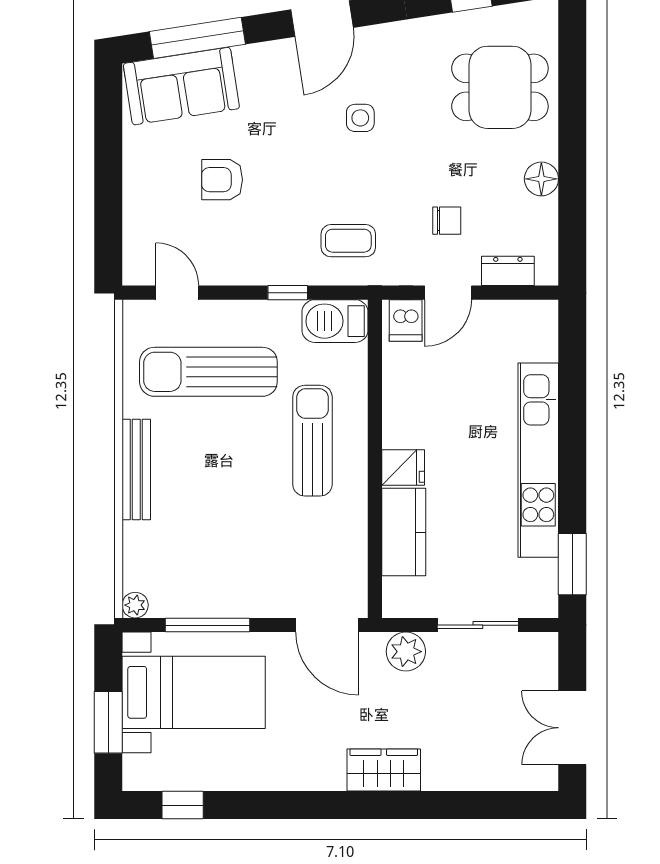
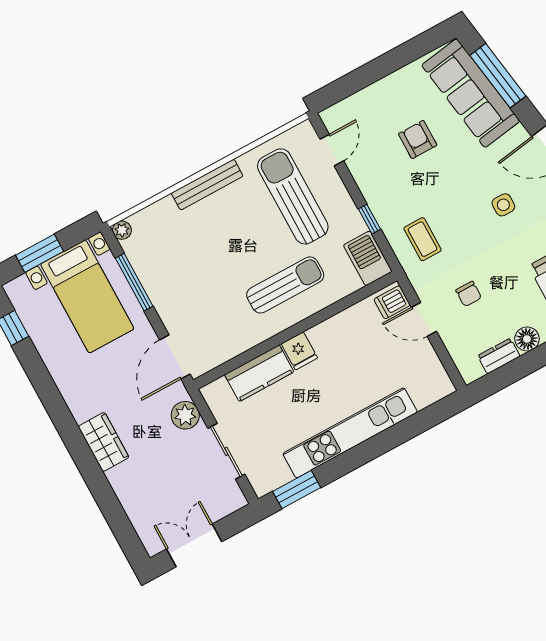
sofa: (181, 86) -> (471, 93), width x1.36
dresser: (508, 271) -> (499, 356), moved, turned -90

